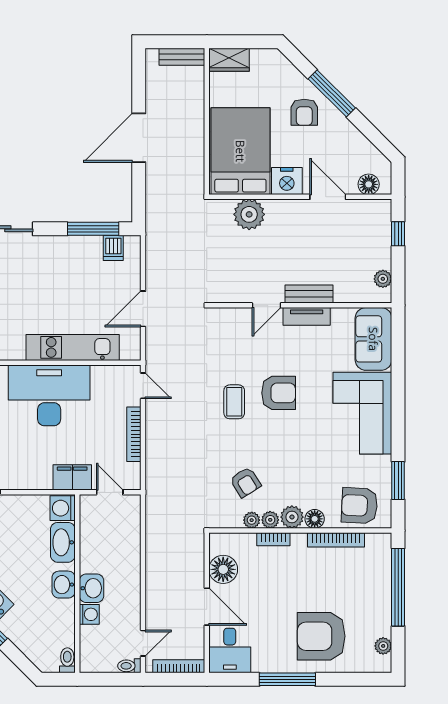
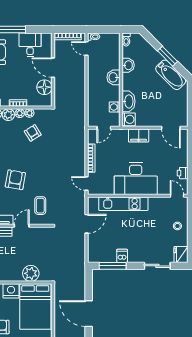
door: (139, 138) -> (89, 314), swing flipped
dishwasher: (113, 248) -> (122, 256), moved
armchair: (279, 393) -> (15, 180), turned 100
coffee table: (234, 402) -> (40, 206), moved
filing cabinet: (72, 477) -> (139, 135), moved
door: (110, 492) -> (104, 128), hinge flipped
washbasin: (64, 585) -> (128, 65), moved
washing machine: (89, 614) -> (115, 107), moved
door: (143, 643) -> (86, 49), hinge flipped
desk: (230, 650) -> (30, 45), moved

